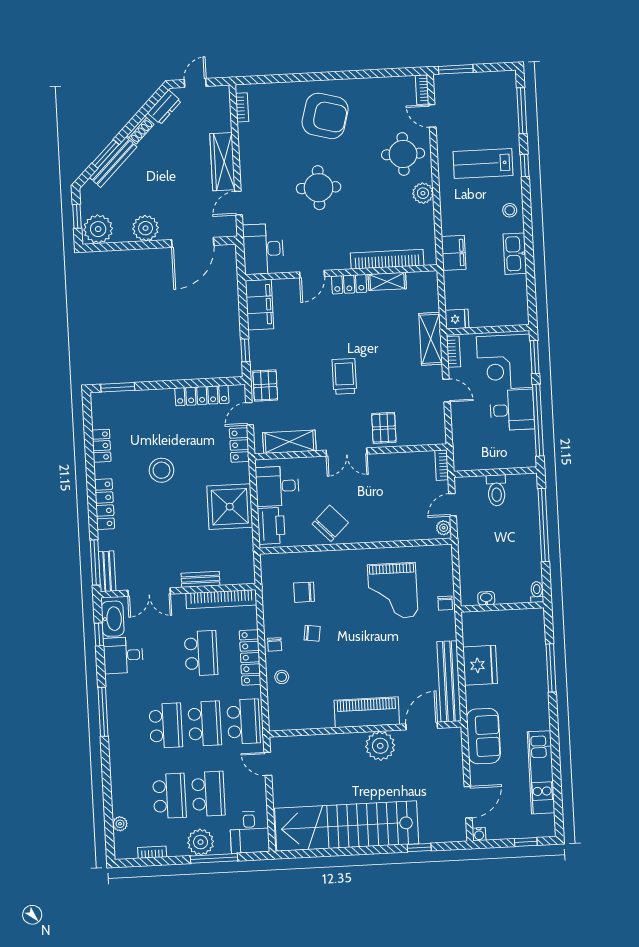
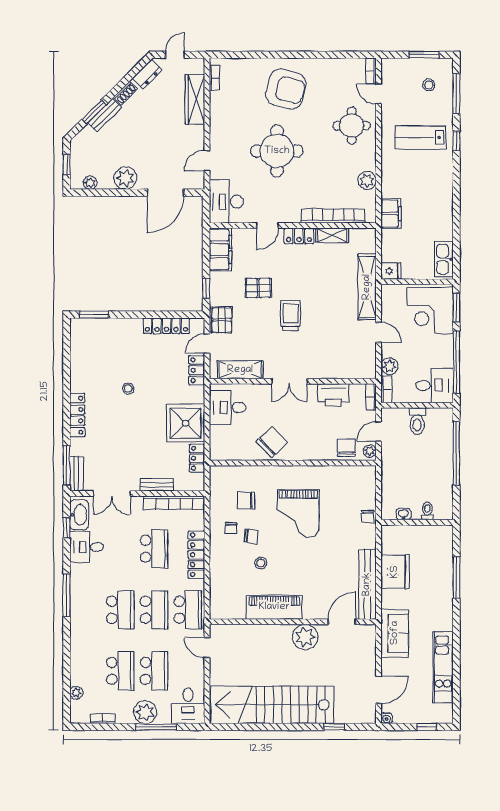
window: (456, 69) -> (424, 55), moved
bench: (113, 162) -> (105, 115), width x0.73
wardrobe: (222, 162) -> (195, 100), moved
round table: (319, 188) -> (277, 151), width x1.36, depth x1.36
plant: (423, 193) -> (367, 180), moved
stool: (510, 210) -> (429, 85), moved
plant: (98, 229) -> (90, 183), width x0.53, depth x0.53
kitchen sink: (515, 254) -> (444, 259), moved
shelving: (431, 339) -> (367, 287), width x1.47
bookcase: (454, 352) -> (386, 389), moved
desk: (512, 410) -> (434, 385), moved
pallet: (384, 428) -> (258, 288), moved, turned 90
plant: (461, 429) -> (389, 366), added
locker: (101, 446) -> (197, 458), moved, turned 180
stool: (161, 470) -> (128, 388), width x0.53, depth x0.53
chair: (416, 525) -> (346, 448), added
printer: (271, 526) -> (333, 395), moved, turned 90
grand piano: (393, 591) -> (298, 513), moved
toilet: (537, 592) -> (427, 511), moved
chair: (275, 644) -> (231, 528), moved
stool: (282, 677) -> (261, 563), moved
piano: (367, 712) -> (274, 607), moved

